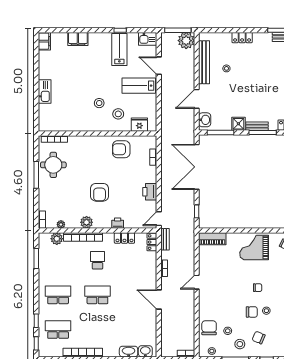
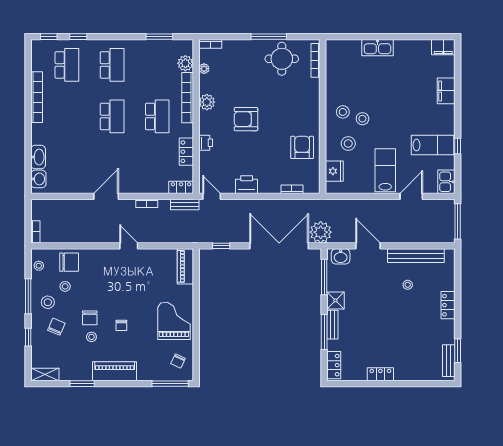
plant: (186, 41) -> (321, 232), moved
stool: (94, 118) -> (343, 112), added
school desk: (97, 260) -> (157, 116), width x1.85

